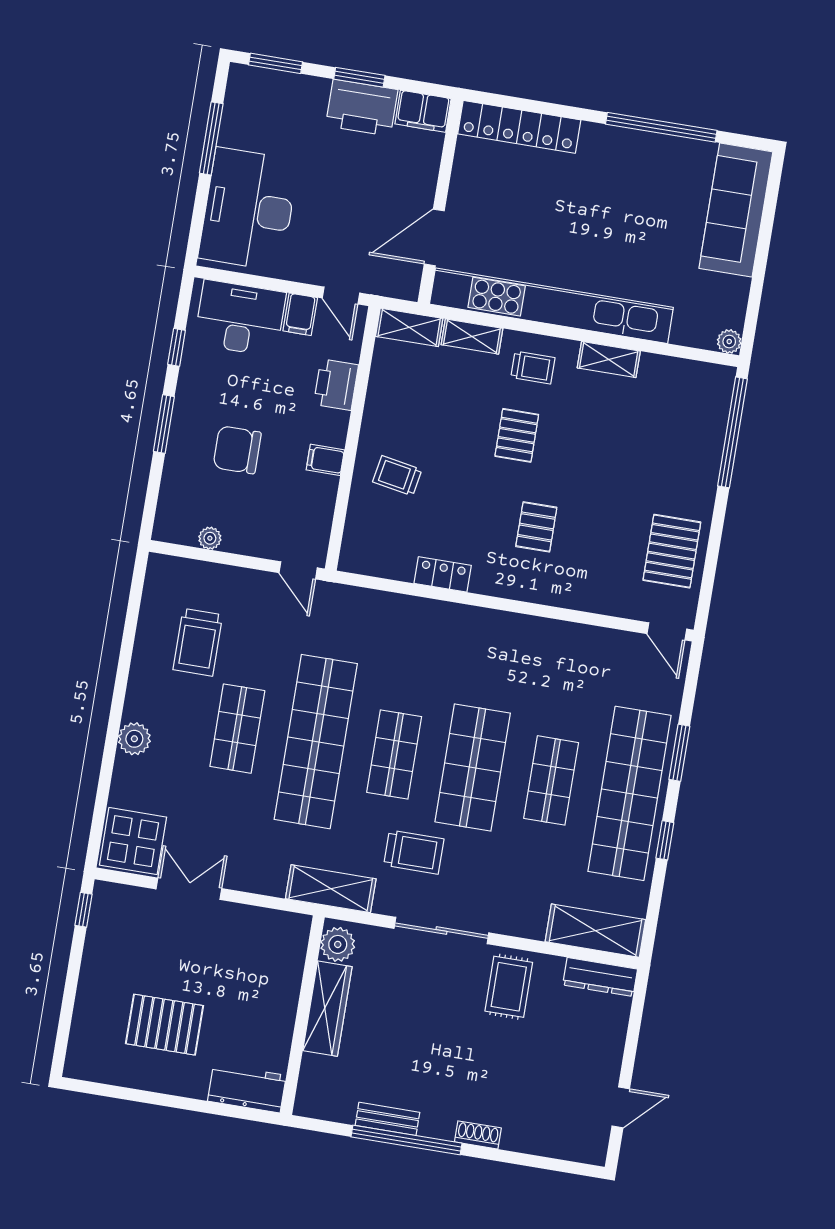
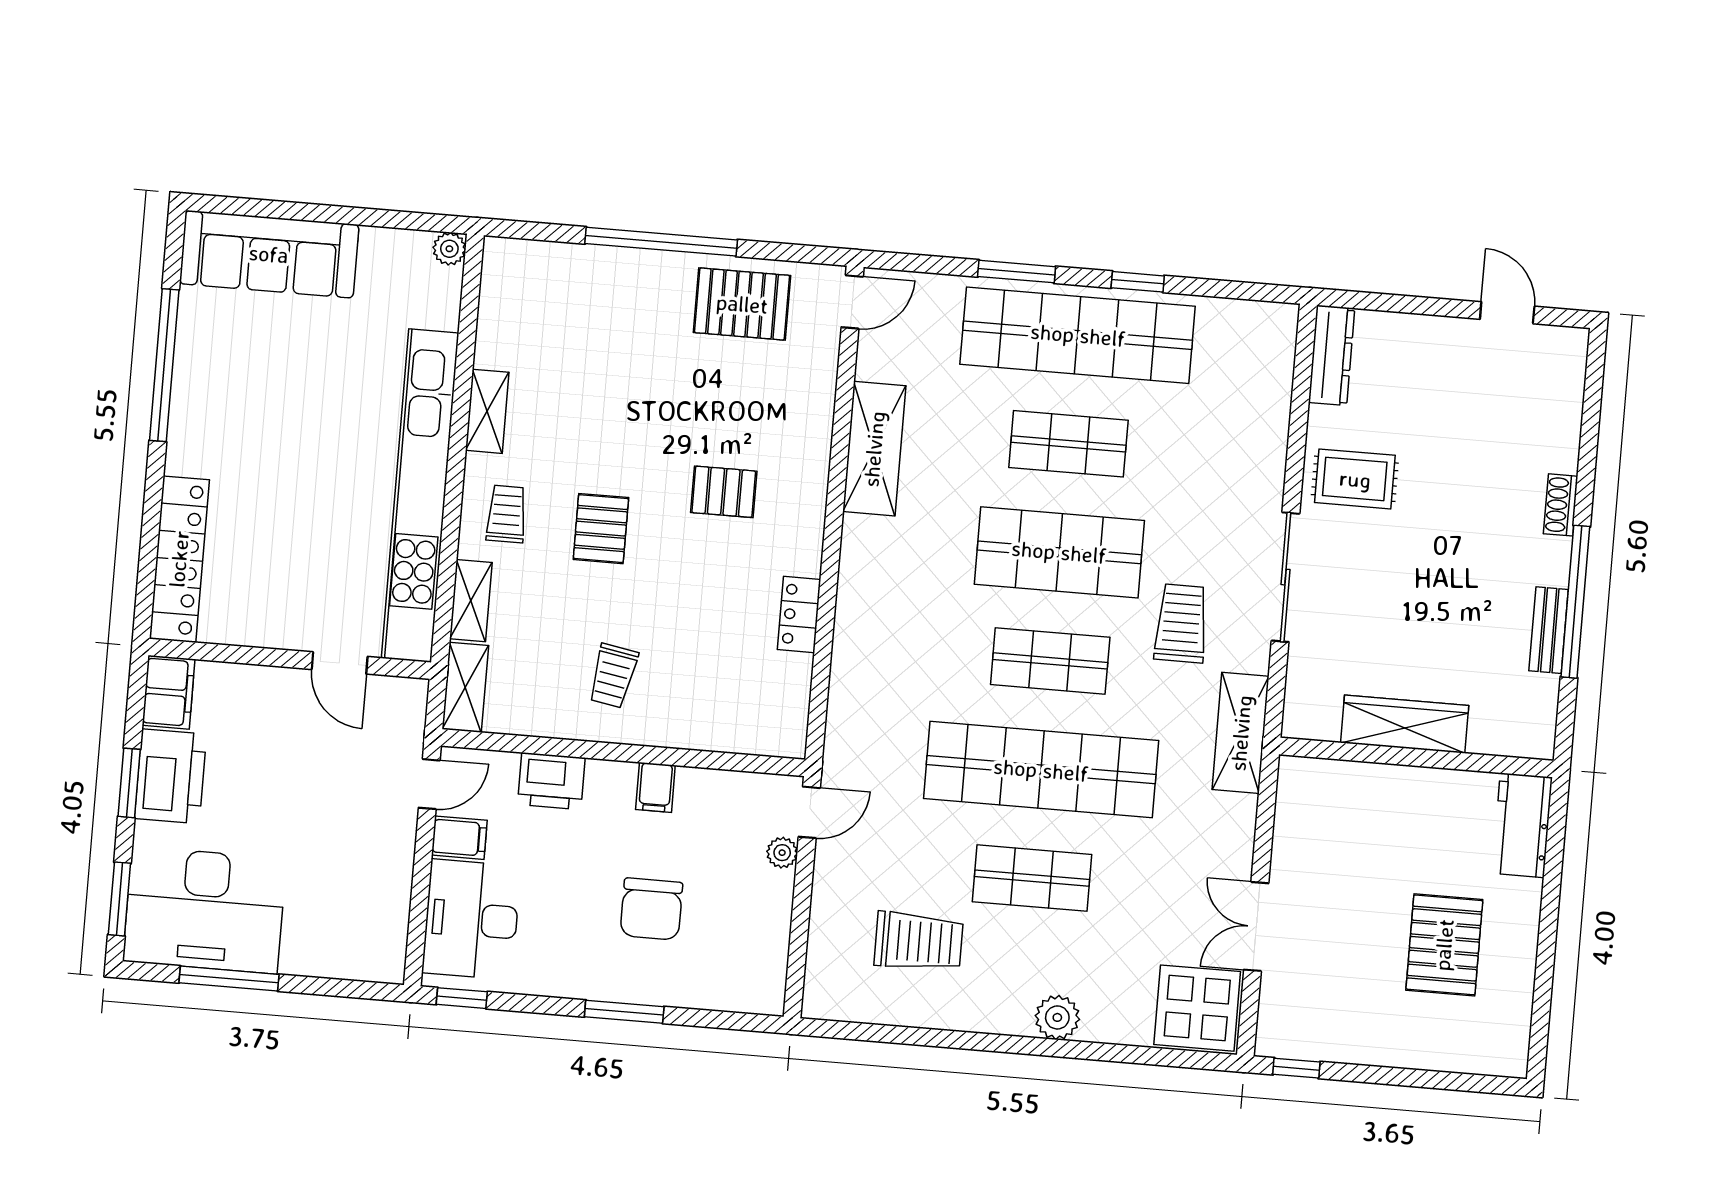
desk: (249, 209) -> (205, 910), moved
door: (434, 237) -> (340, 663), width x0.73
window: (177, 347) -> (462, 998), moved
window: (732, 432) -> (661, 242), moved
pallet: (517, 435) -> (601, 529), turned 90
trolley: (397, 476) -> (613, 676), moved
plant: (210, 538) -> (782, 853), moved
shelving: (595, 931) -> (874, 449), moved
plant: (338, 944) -> (1316, 717), removed

